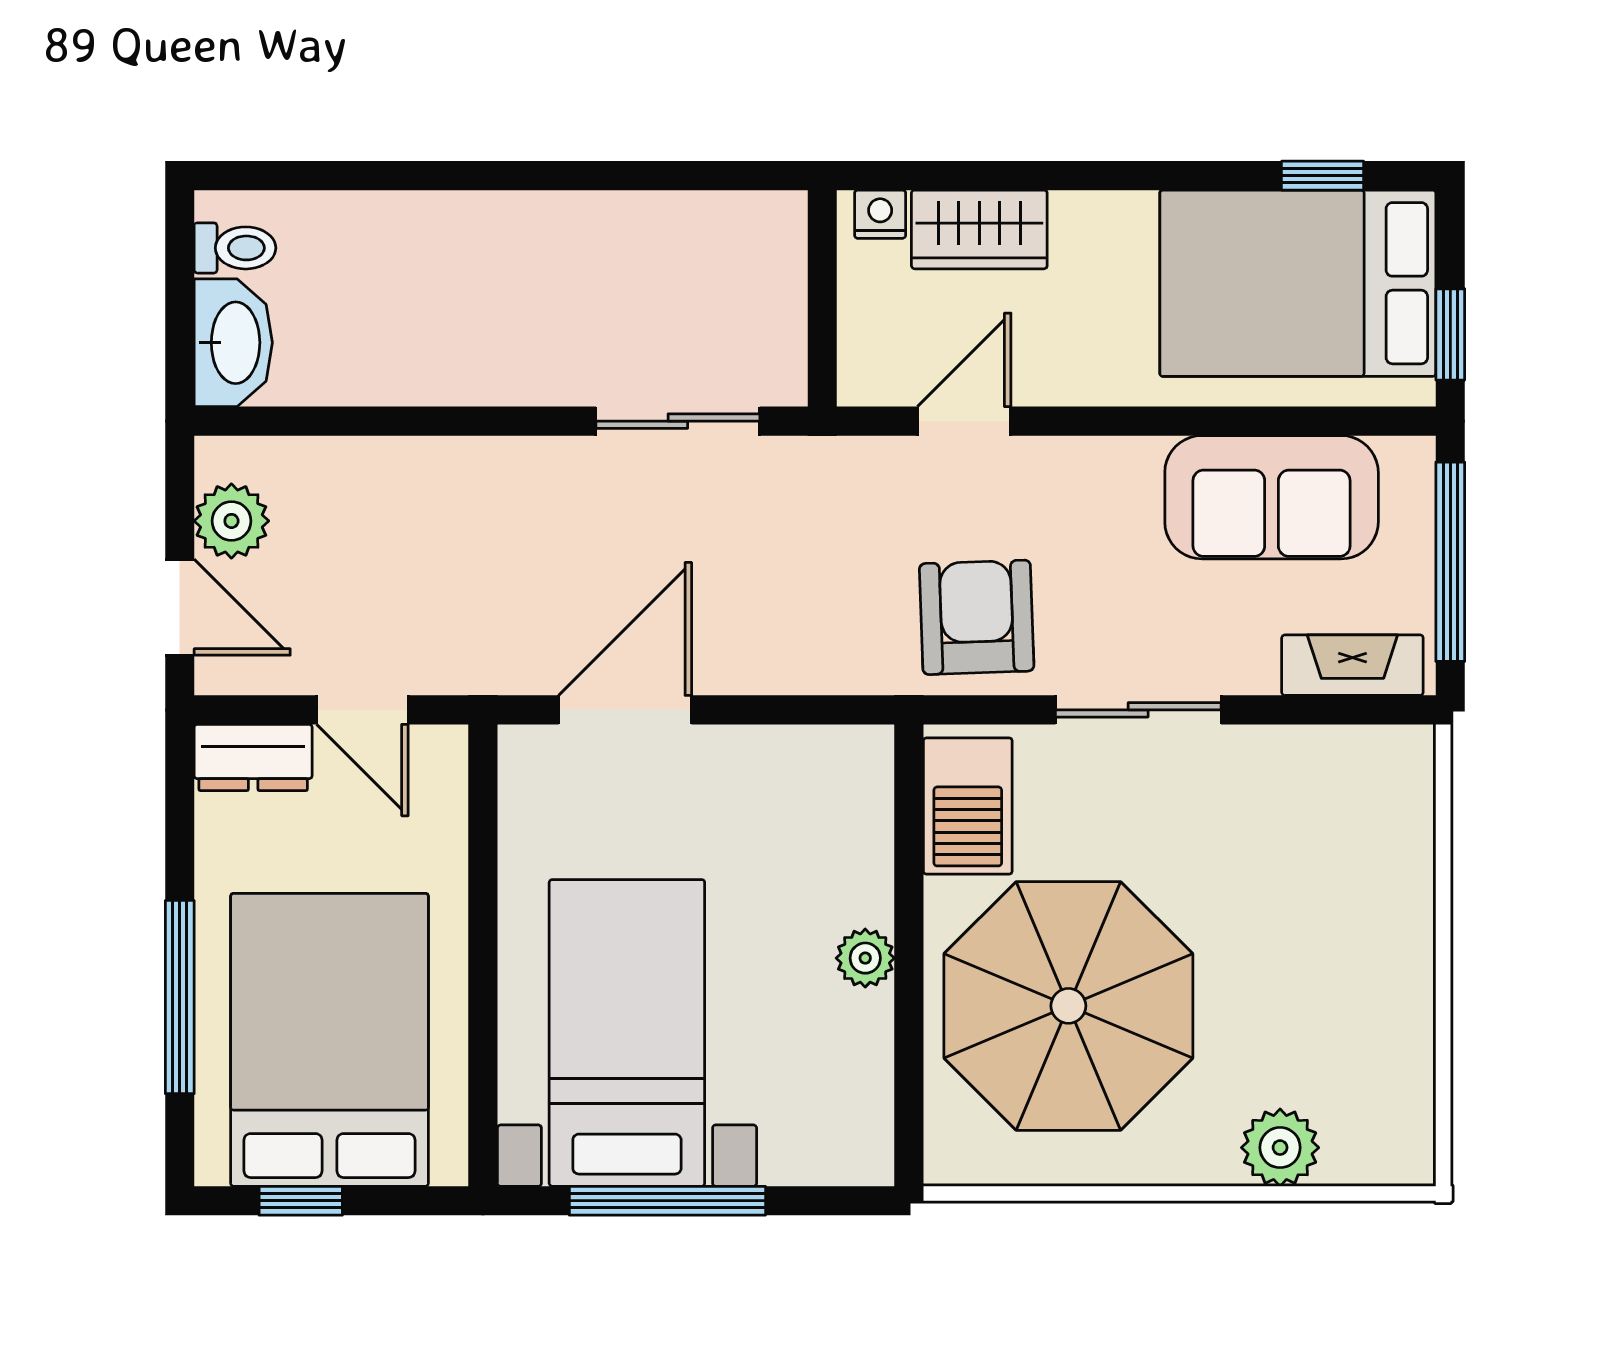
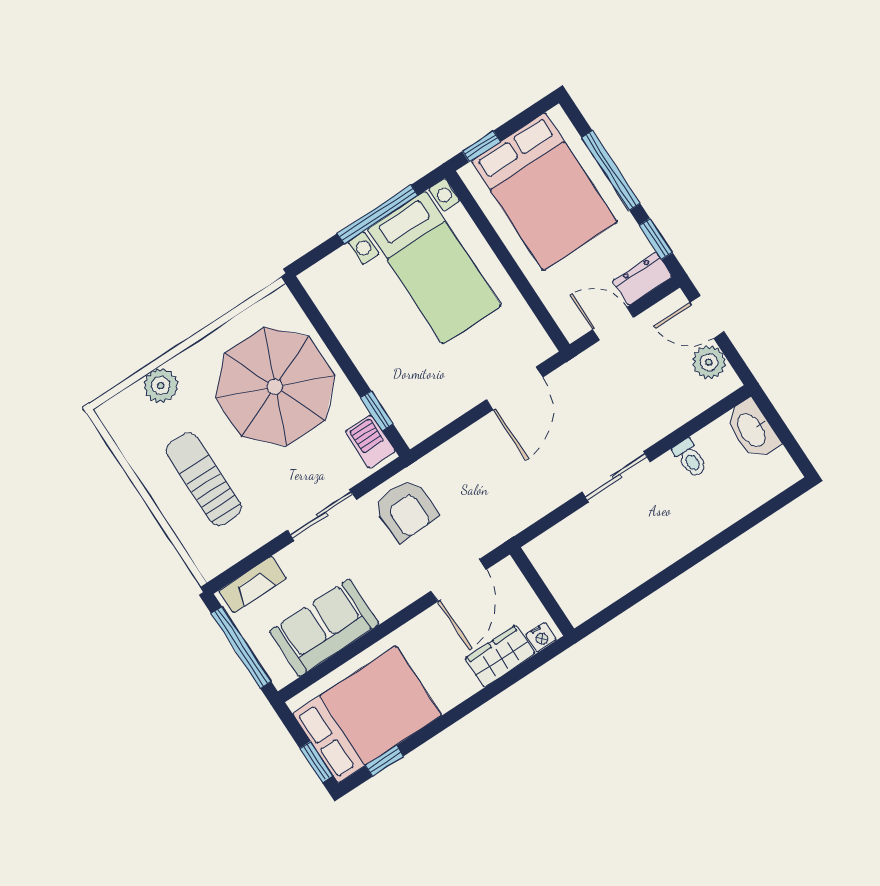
toilet: (235, 248) -> (690, 458), moved, turned -90
window: (1450, 334) -> (316, 762), moved
sliding door: (678, 421) -> (616, 477), moved
door: (964, 421) -> (458, 580), width x1.38
barbecue: (968, 806) -> (370, 441), width x0.73, depth x0.79
window: (180, 815) -> (656, 239), added
window: (909, 836) -> (377, 411), added
sun lounger: (1314, 921) -> (204, 479), added
plant: (865, 958) -> (363, 354), removed
window: (301, 1201) -> (481, 146), moved

